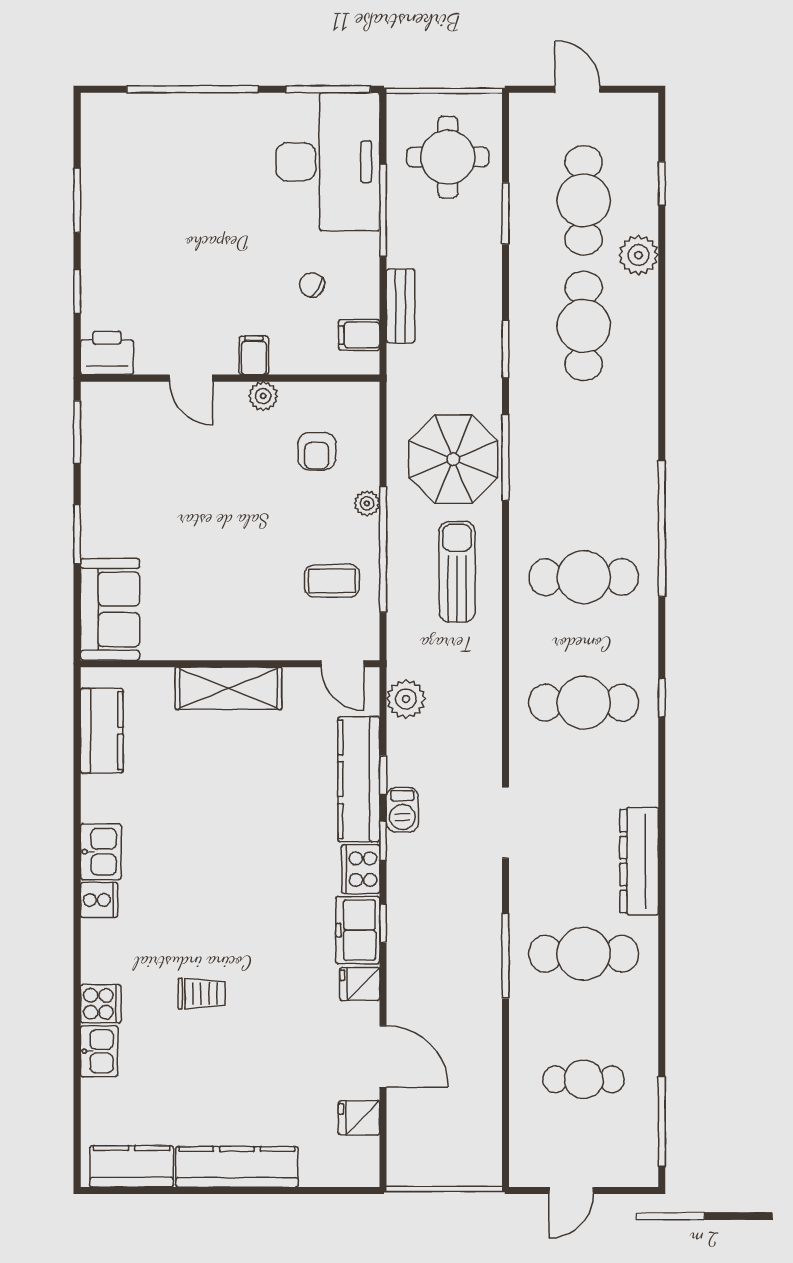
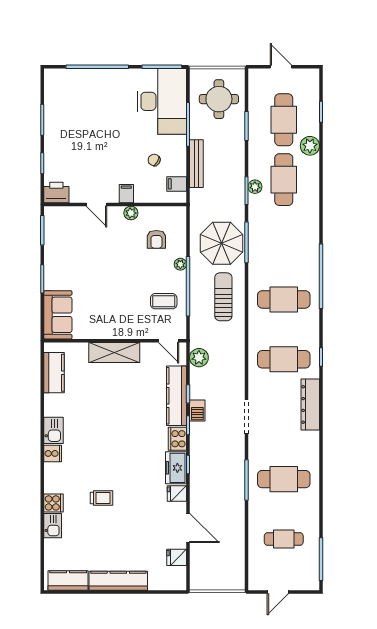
bench: (401, 306) -> (196, 164), width x1.36
plant: (523, 341) -> (255, 187), added
dresser: (639, 861) -> (310, 405), moved

